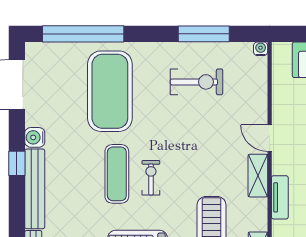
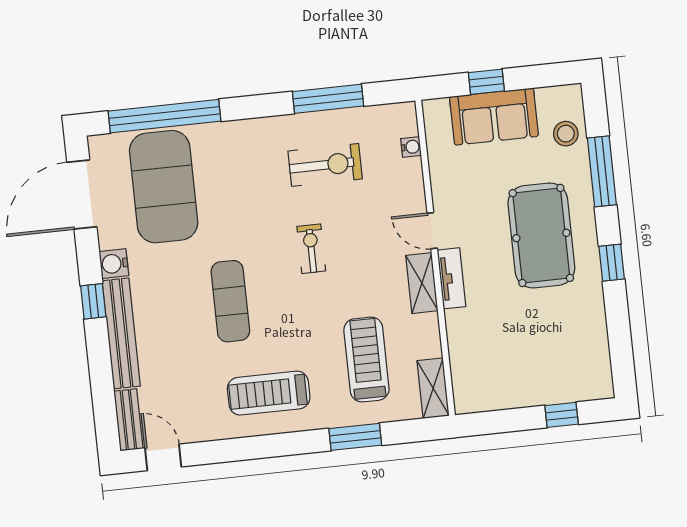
water cooler: (261, 49) -> (411, 147), moved, turned 90
exercise mat: (110, 91) -> (164, 187), moved
exercise bike: (151, 178) -> (311, 249), moved
tv unit: (280, 197) -> (451, 278), moved

